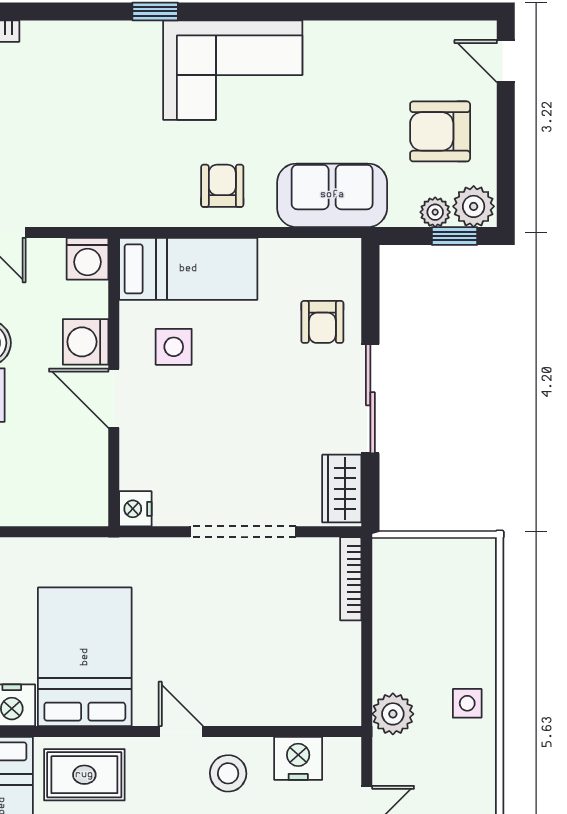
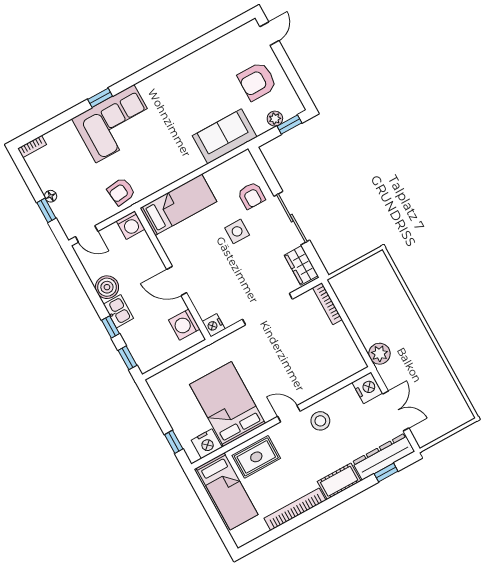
door: (506, 61) -> (269, 34), swing flipped
corner sofa: (233, 70) -> (115, 124), moved
armchair: (222, 186) -> (121, 191), moved, turned -97
plant: (474, 206) -> (291, 107), removed
washing machine: (86, 342) -> (184, 325), moved
side table: (174, 347) -> (237, 231), moved
side table: (467, 703) -> (410, 331), removed
nightstand: (298, 758) -> (367, 388), moved, turned 90

